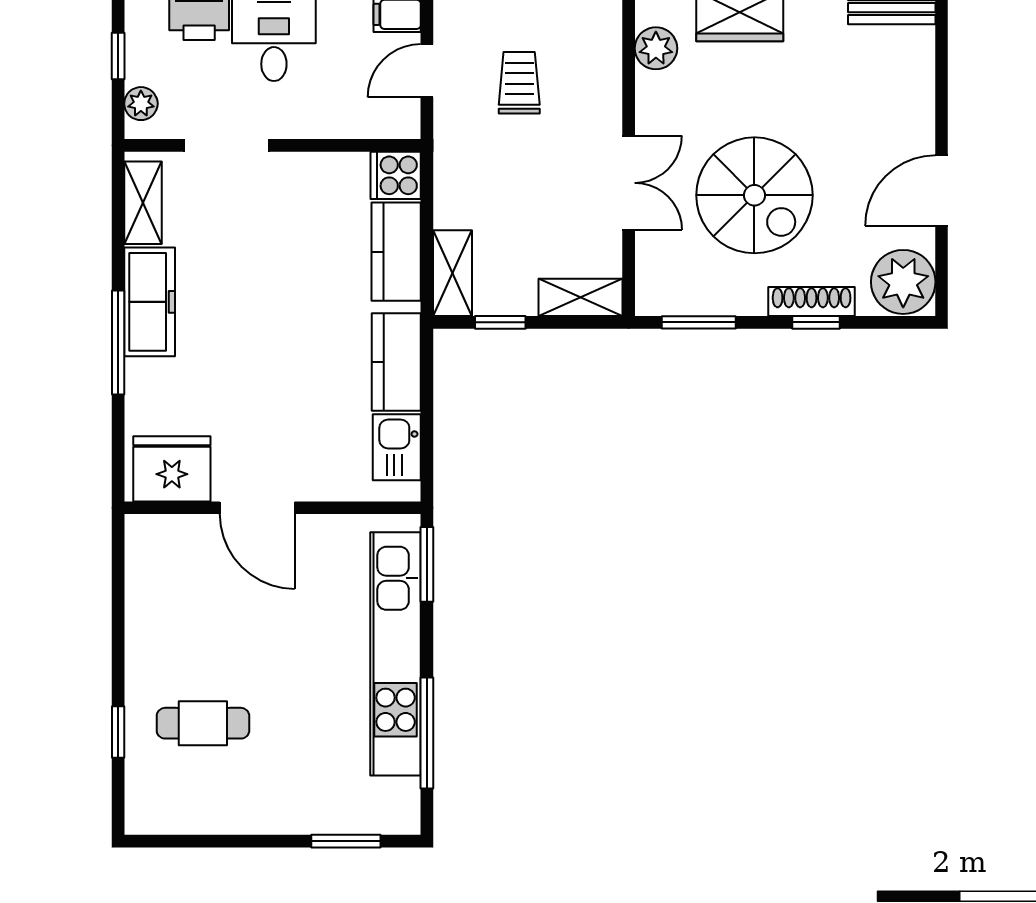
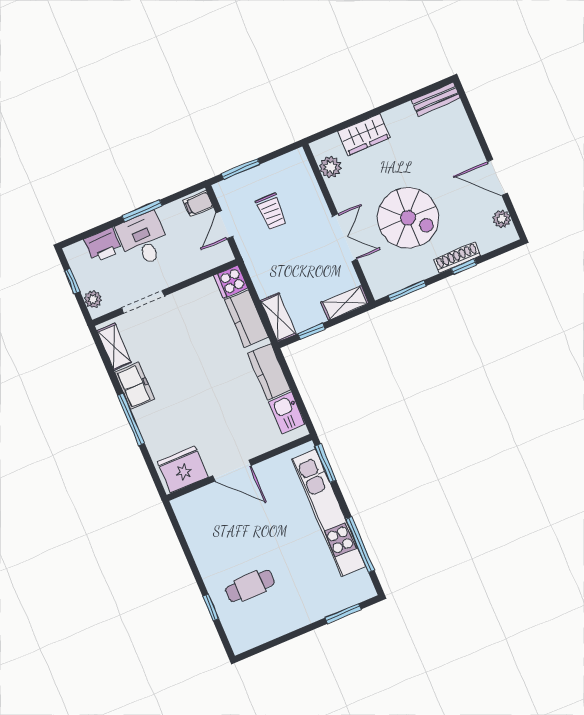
trolley: (519, 83) -> (271, 212), turned 180
door: (942, 191) -> (497, 177), hinge flipped
plant: (903, 282) -> (502, 219), width x0.53, depth x0.53
freezer: (150, 302) -> (135, 386), width x0.71

